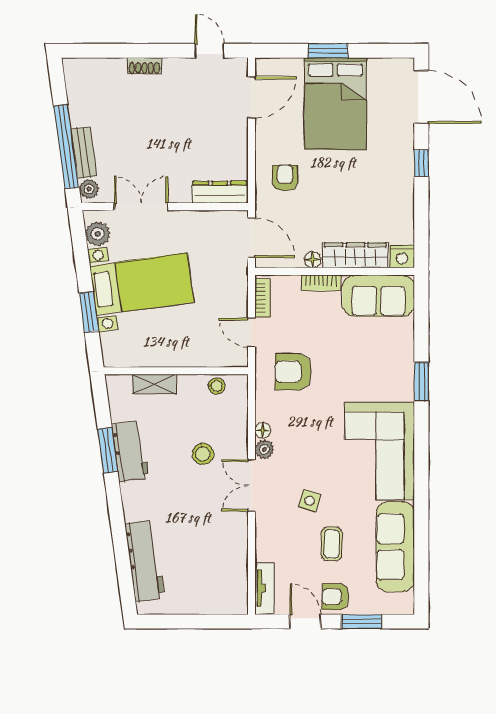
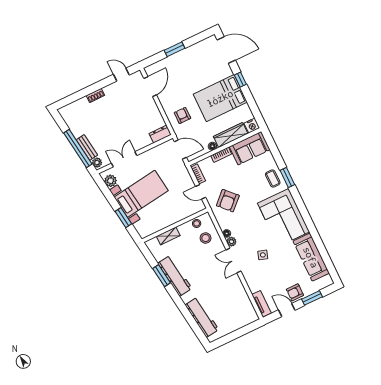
bed: (335, 103) -> (220, 98), moved, turned 90
dresser: (220, 192) -> (160, 134), width x0.70
armchair: (293, 372) -> (228, 201), turned -44
workbench: (130, 451) -> (175, 276), width x1.38
stool: (203, 454) -> (206, 238), moved
coffee table: (332, 544) -> (273, 179), moved

